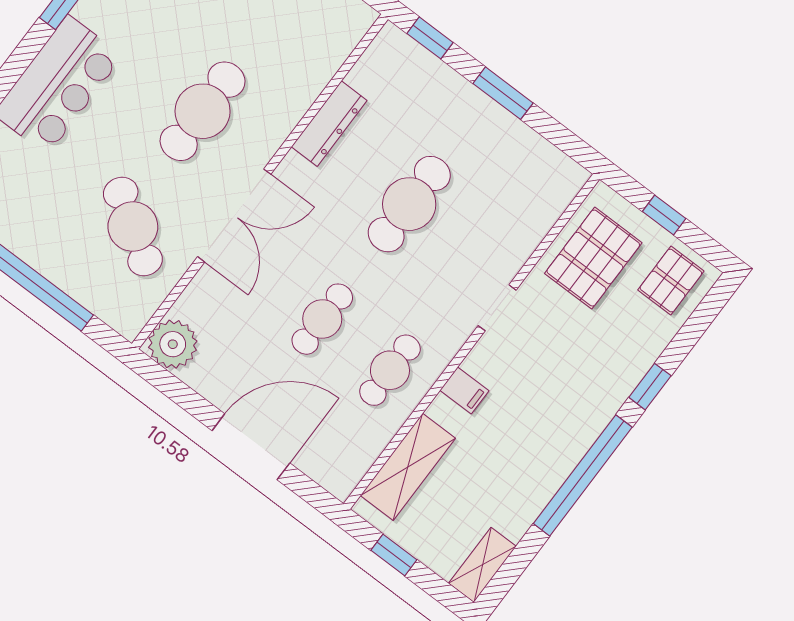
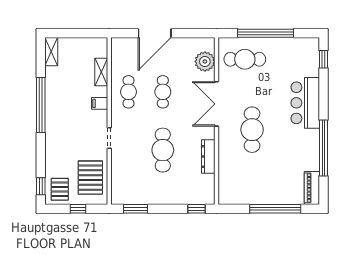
window: (503, 93) -> (135, 209), moved
cafe table: (133, 227) -> (245, 59), moved, turned -33
plant: (173, 344) -> (205, 61), moved
window: (650, 387) -> (41, 186), moved
shelving: (408, 467) -> (101, 72), width x0.67, depth x0.75
window: (394, 555) -> (82, 33), removed

